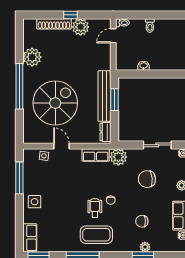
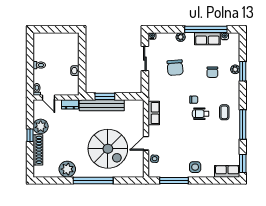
spiral stairs: (55, 103) -> (108, 149), turned 180
dresser: (105, 132) -> (70, 104), moved
plant: (118, 157) -> (156, 93), removed
coffee table: (96, 235) -> (224, 112), width x0.54, depth x0.58

